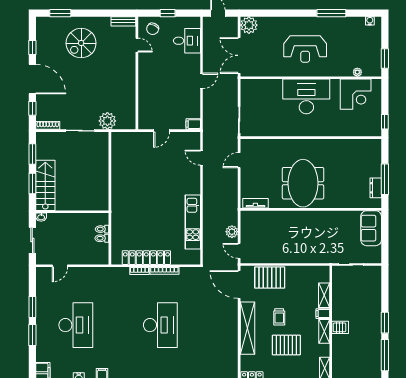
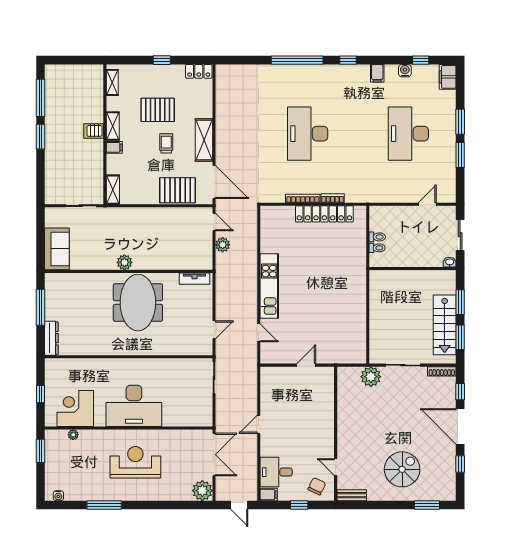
window: (385, 122) -> (41, 394), moved
filing cabinet: (193, 124) -> (269, 494), moved
stairs: (45, 185) -> (445, 325), moved
dresser: (376, 188) -> (51, 338), moved, width x1.44
plant: (314, 217) -> (124, 262), added
kitchen unit: (193, 222) -> (269, 286), moved
shelving: (324, 295) -> (113, 190), moved
shelving: (247, 328) -> (204, 140), width x0.68

